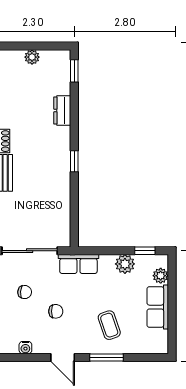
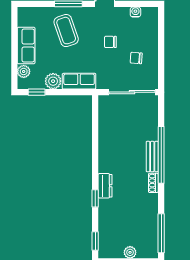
dresser: (62, 111) -> (105, 186), moved
window: (74, 161) -> (95, 198), moved
row of seats: (78, 264) -> (79, 81), moved
coffee table: (109, 325) -> (66, 31), width x1.36, depth x1.30

